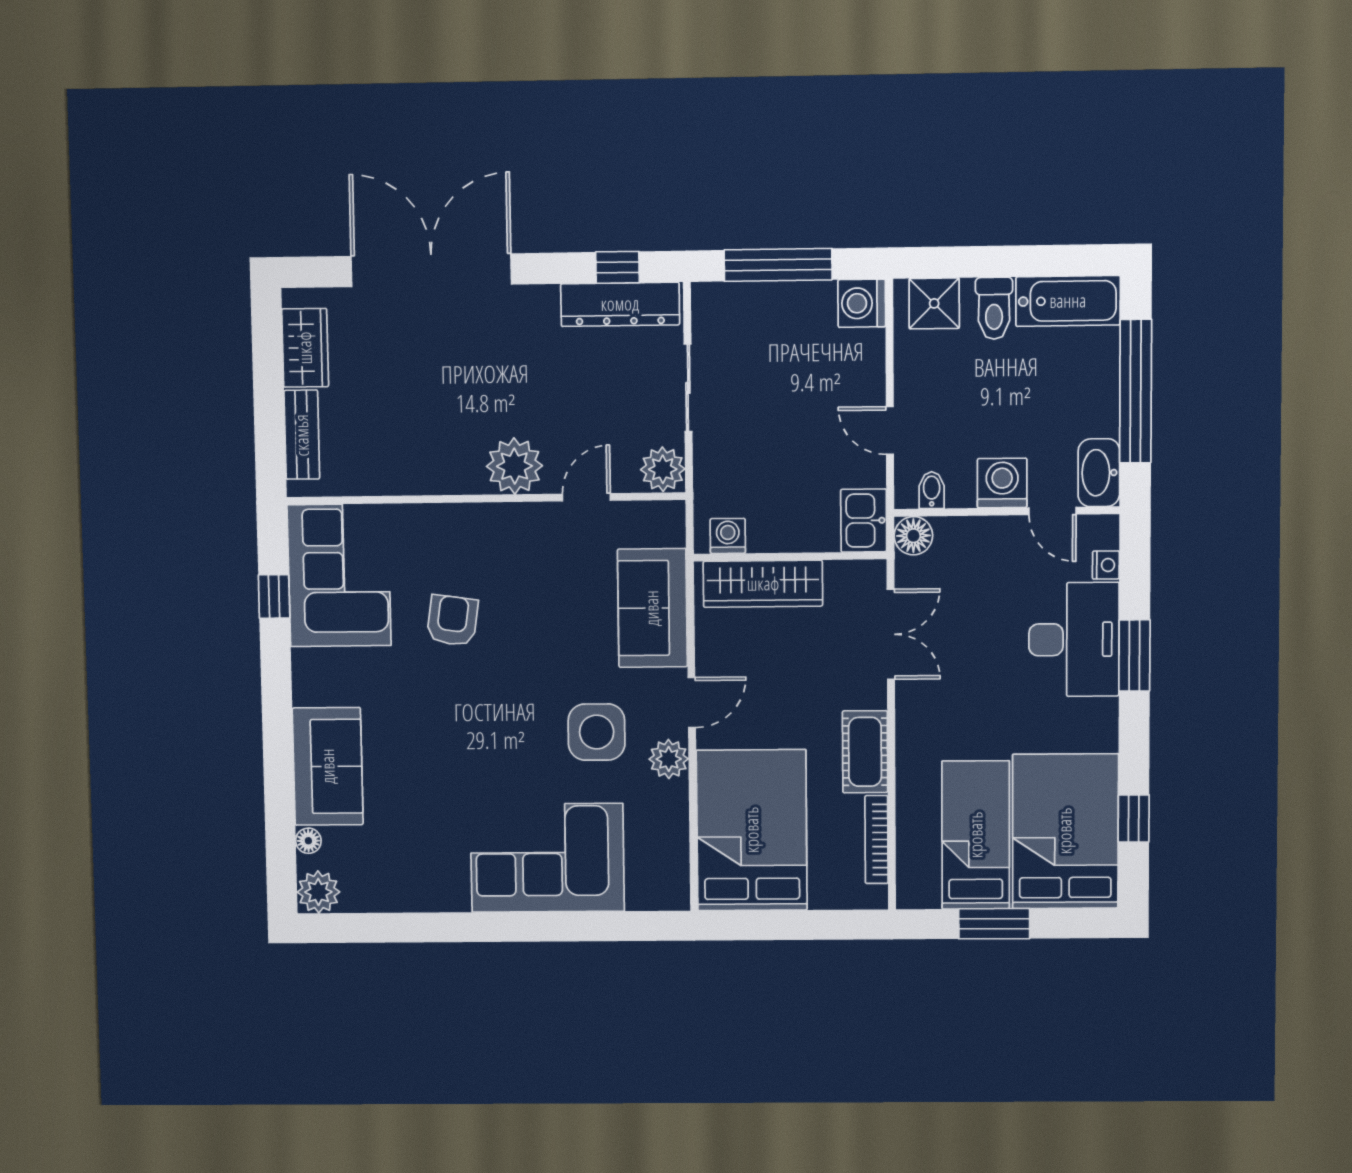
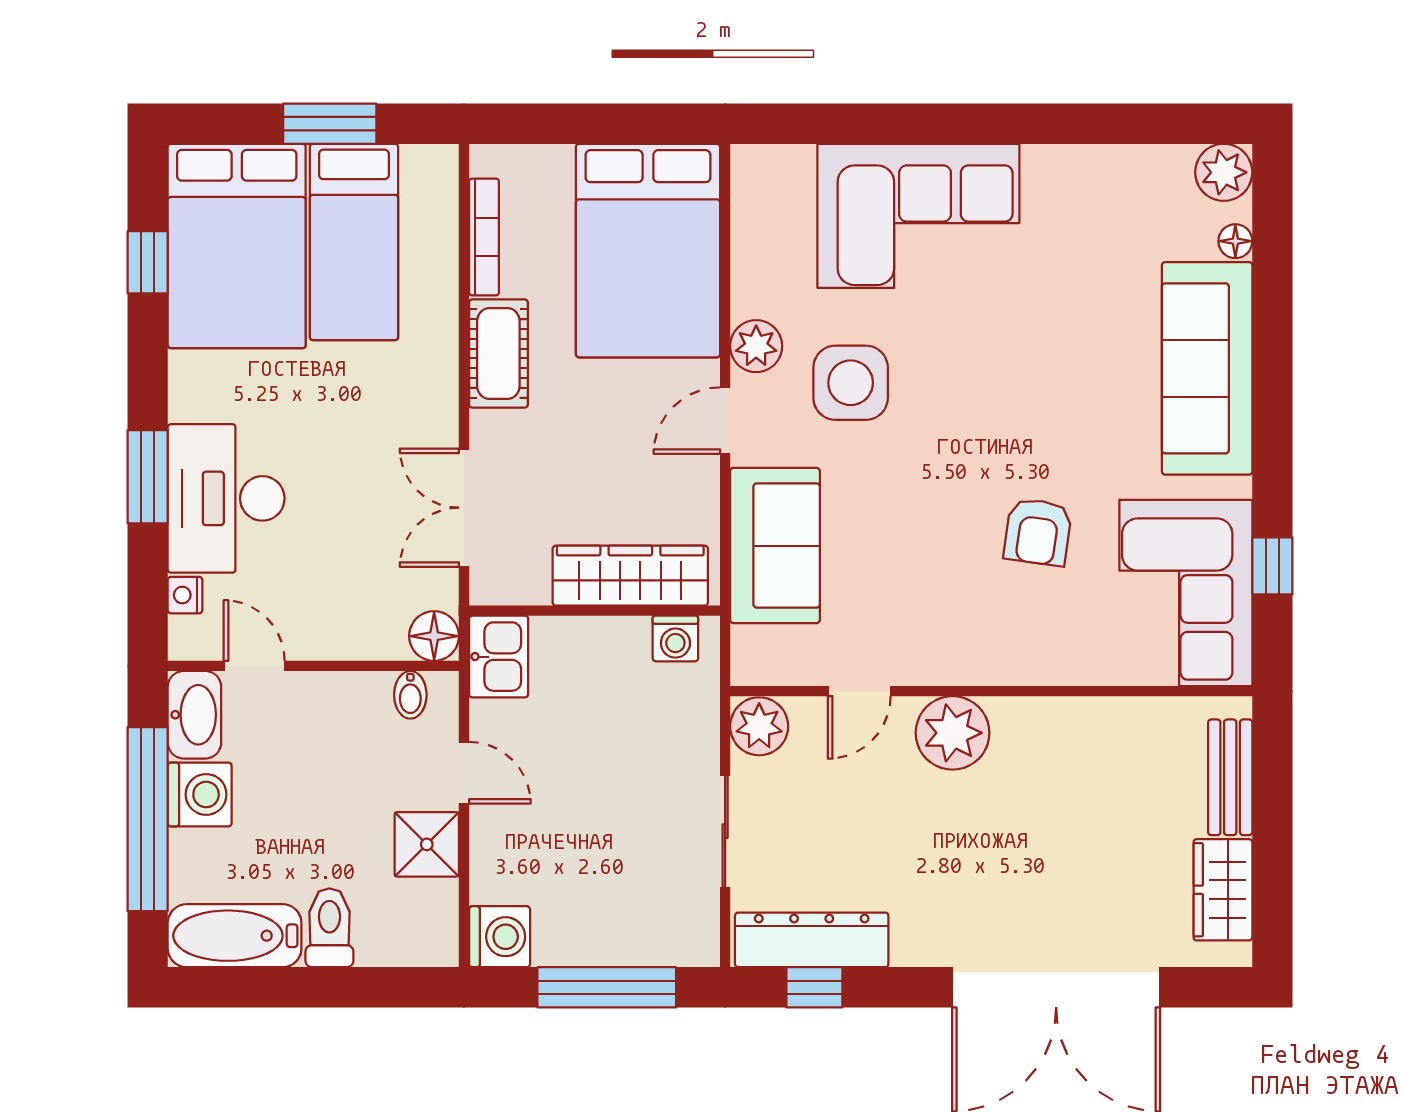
shower: (934, 303) -> (427, 844), moved
washing machine: (1002, 483) -> (200, 794), moved, turned -90
sofa: (328, 766) -> (1207, 368), width x1.36

